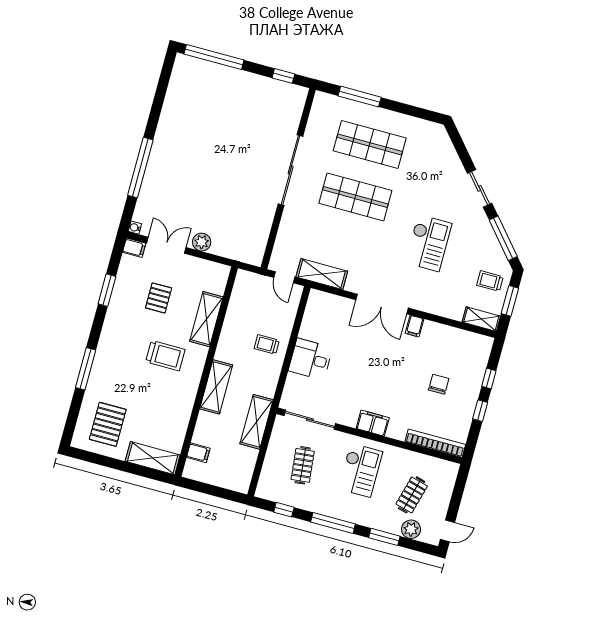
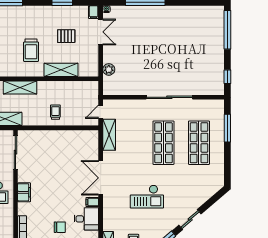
plant: (202, 242) -> (109, 69), moved
desk: (310, 359) -> (86, 219), moved, turned 90

